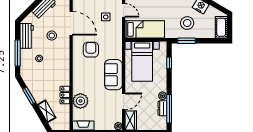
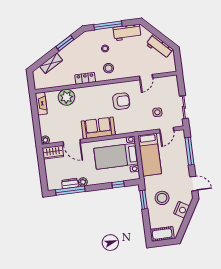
door: (71, 23) -> (146, 77), width x0.53
stool: (52, 36) -> (109, 68), moved
locker: (65, 95) -> (85, 78), moved

